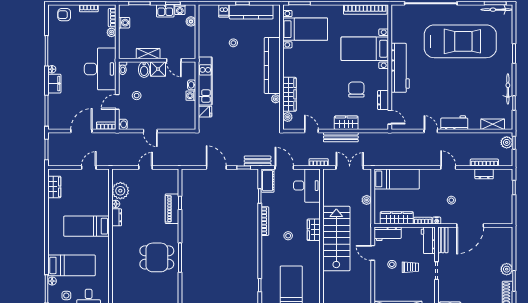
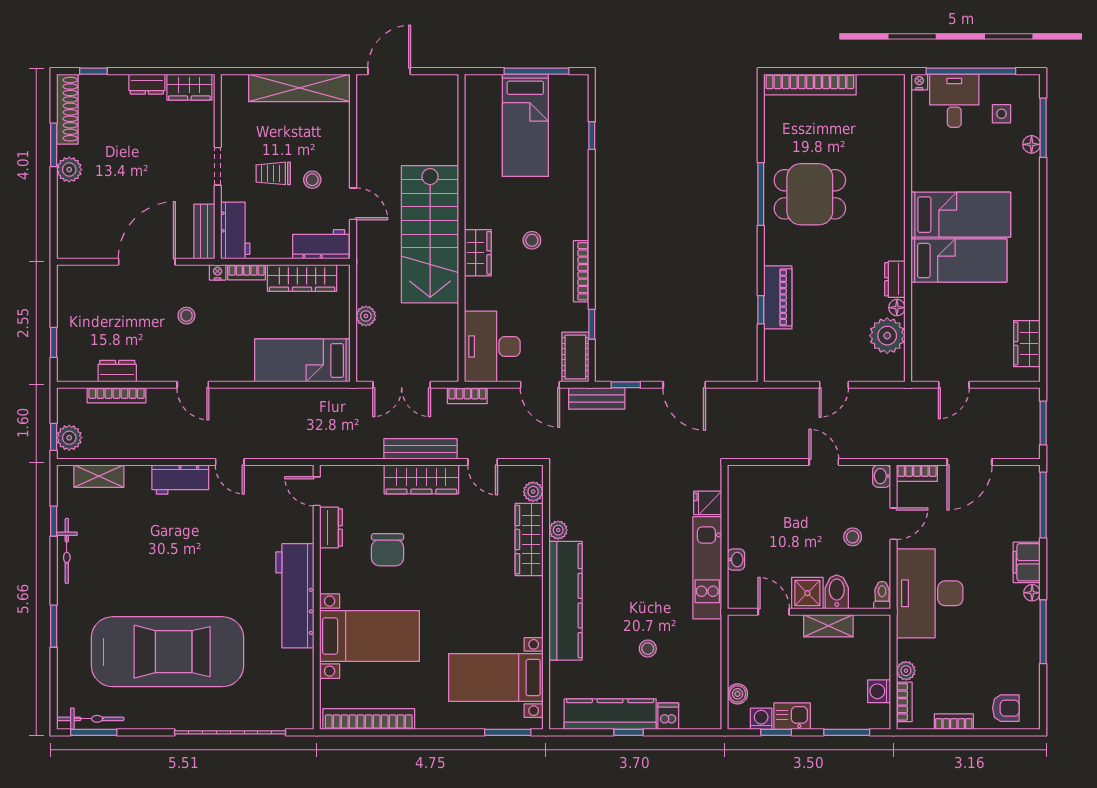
car: (460, 41) -> (167, 652), turned 180
washing machine: (191, 96) -> (738, 537), removed
wardrobe: (346, 123) -> (421, 479), width x1.50
bed: (72, 265) -> (961, 215), moved, turned 180

